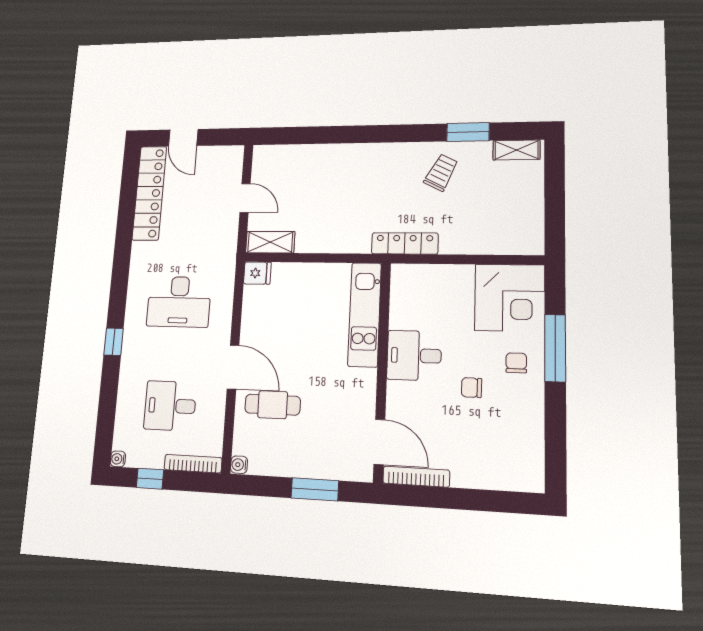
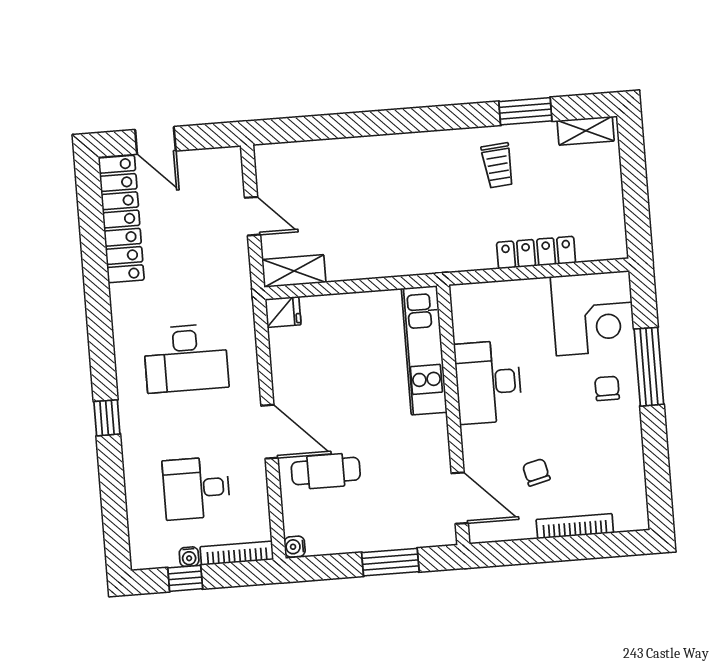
trolley: (441, 172) -> (498, 165), turned 148
locker: (405, 243) -> (536, 253), moved
desk: (414, 356) -> (488, 382), width x1.37
chair: (472, 388) -> (536, 472), moved, turned 75
water cooler: (118, 459) -> (189, 557), moved, turned -90
bookcase: (416, 477) -> (575, 526), moved

